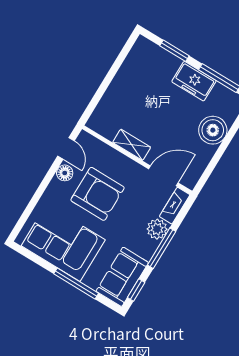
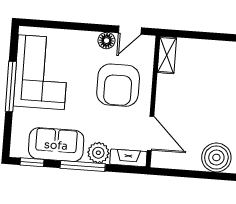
shelving: (132, 145) -> (167, 55), moved
armchair: (98, 194) -> (118, 85), moved
sofa: (122, 277) -> (56, 145), moved
window: (76, 283) -> (11, 87), moved

